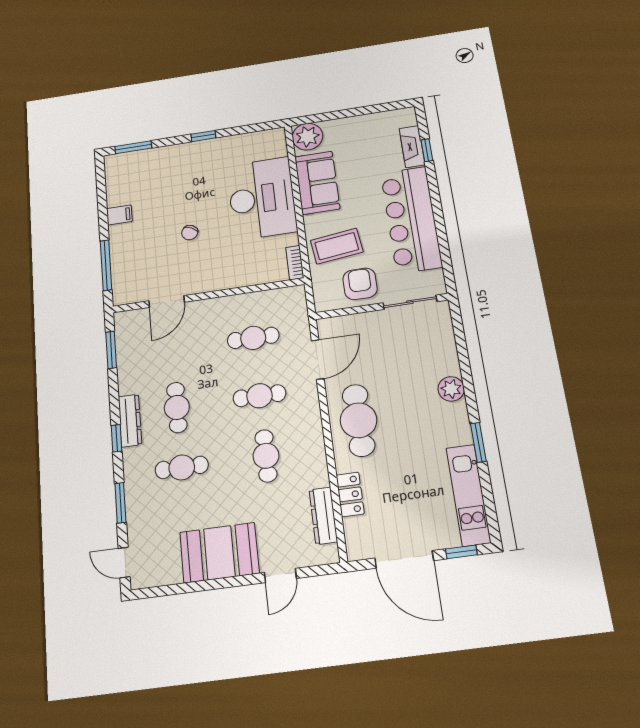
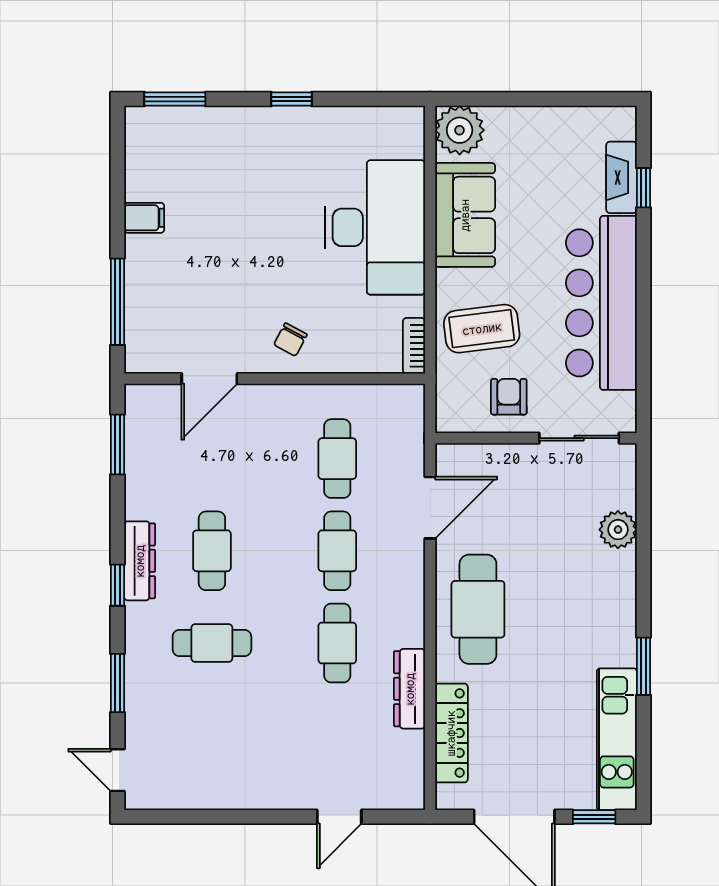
chair: (190, 233) -> (290, 340), moved
armchair: (360, 284) -> (509, 397), width x0.72, depth x0.72
cafe table: (253, 338) -> (337, 459), turned 90
plant: (451, 389) -> (618, 530), moved
cafe table: (259, 396) -> (337, 551), turned 90
locker: (350, 494) -> (451, 733), width x1.53
dresser: (323, 516) -> (410, 689), moved
booth: (219, 553) -> (256, 774), removed

